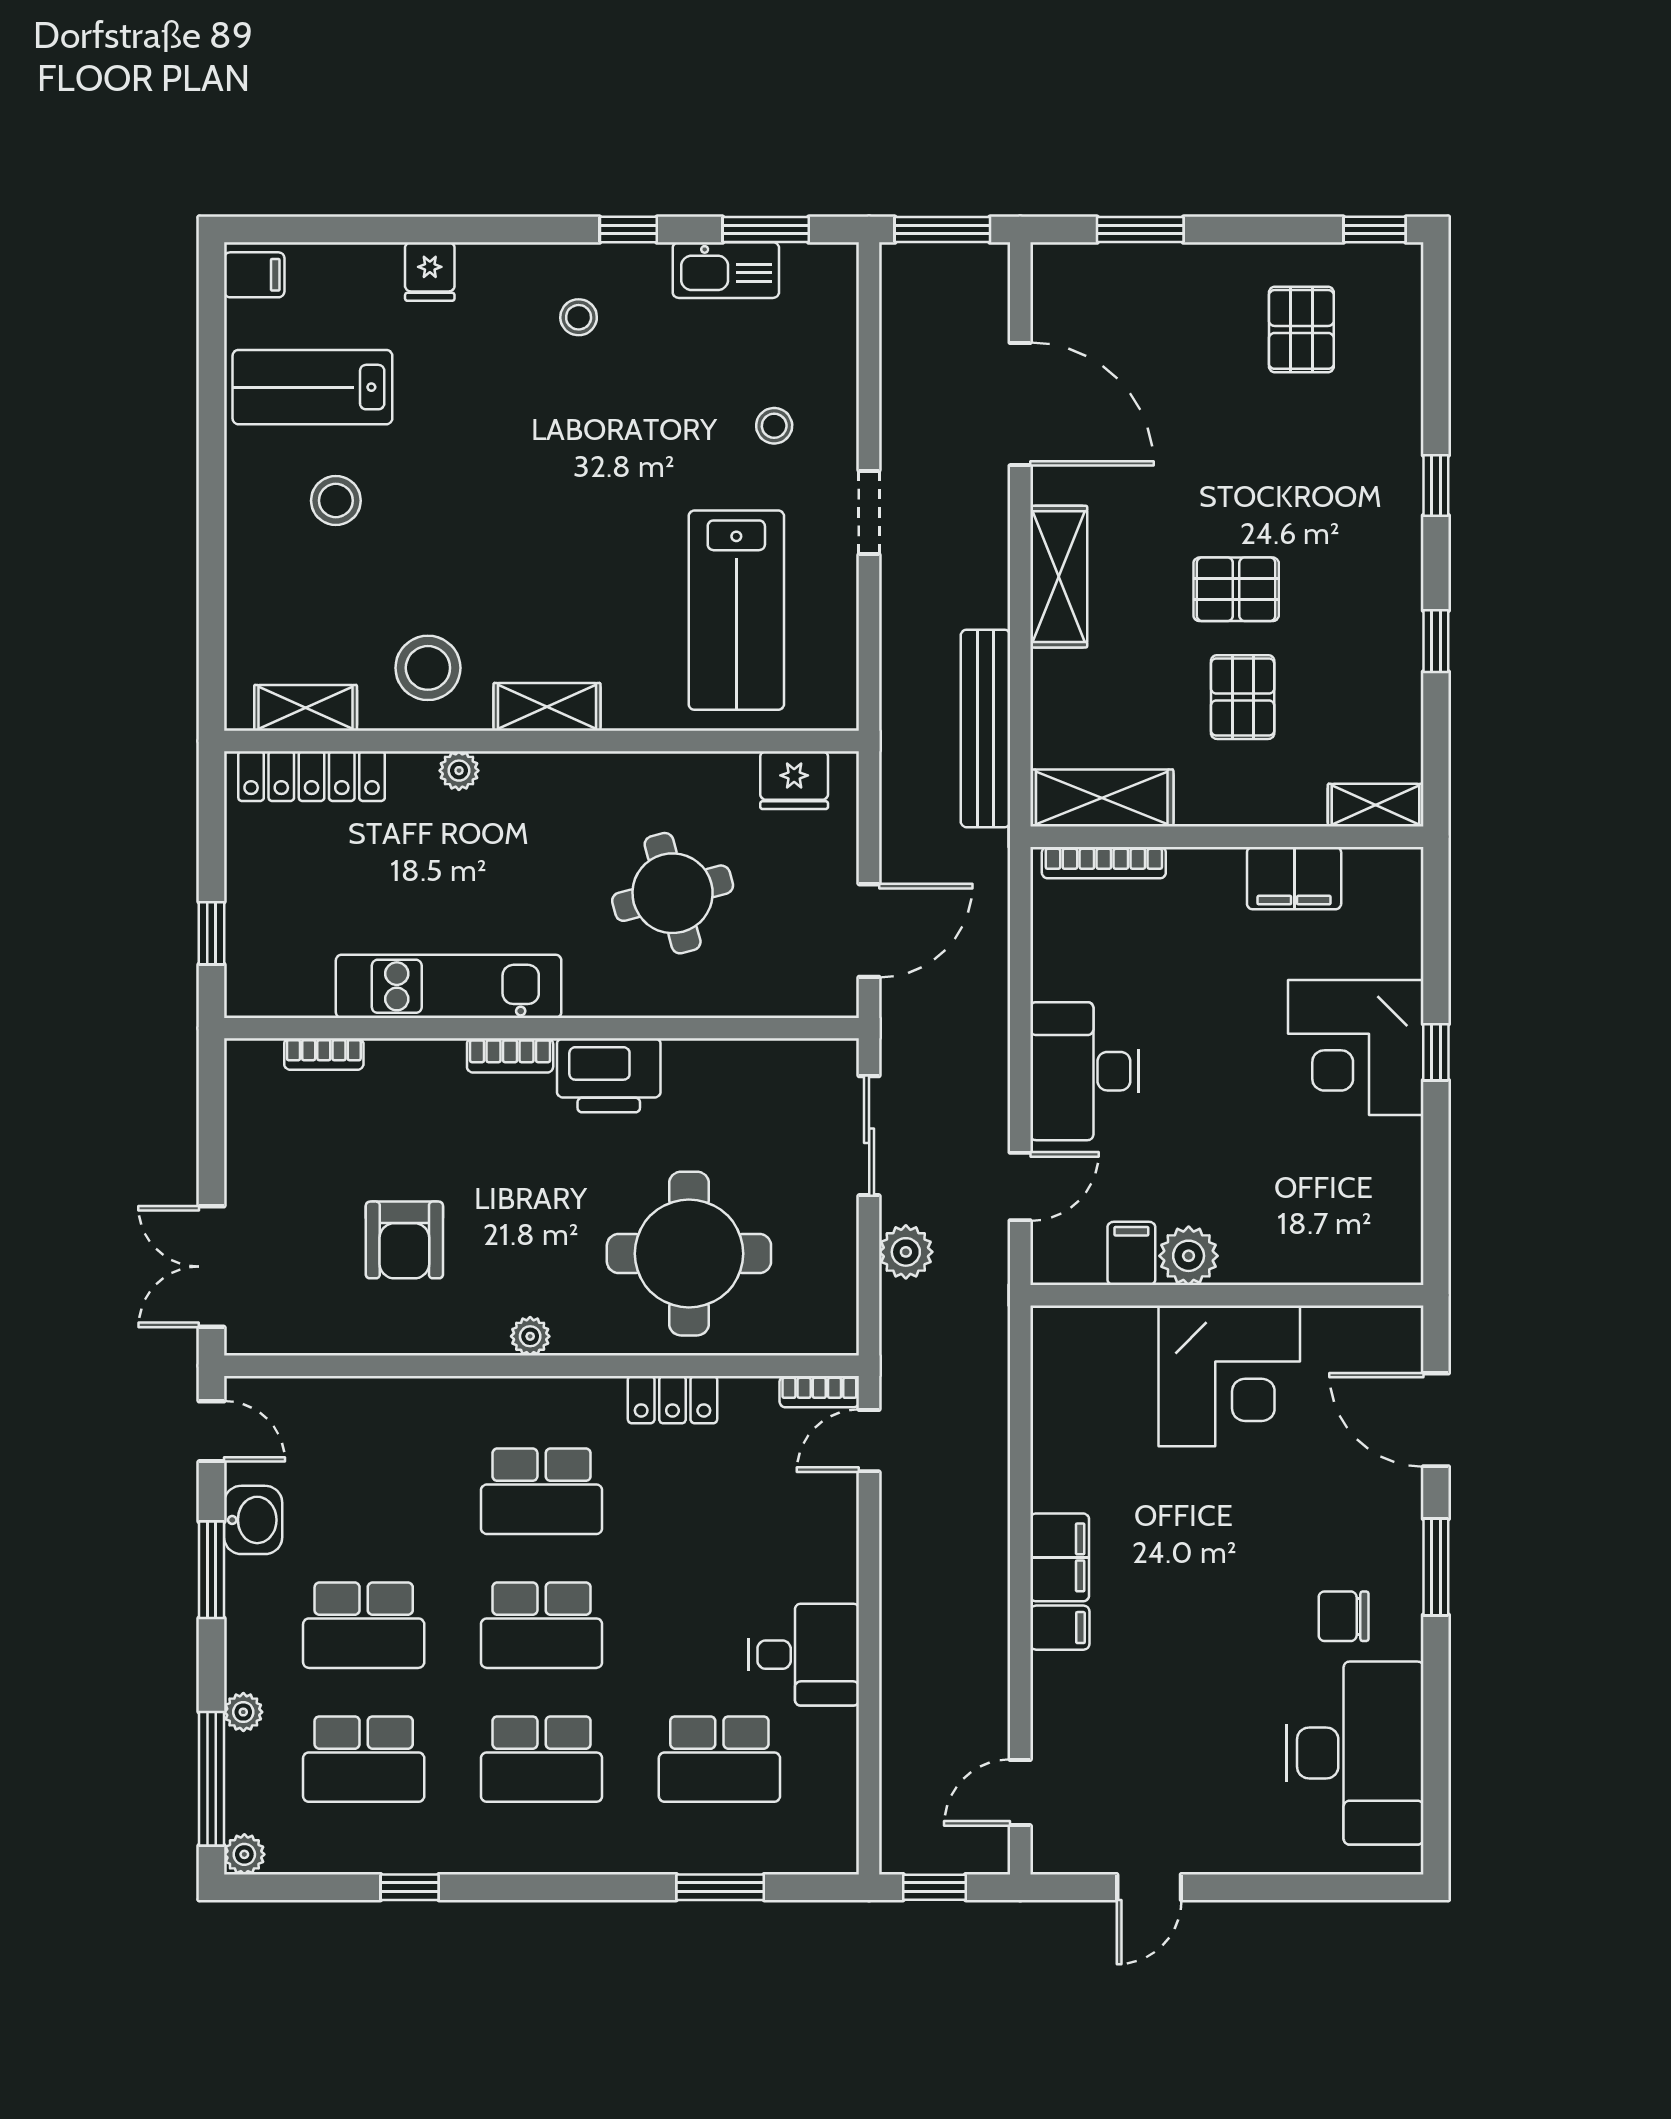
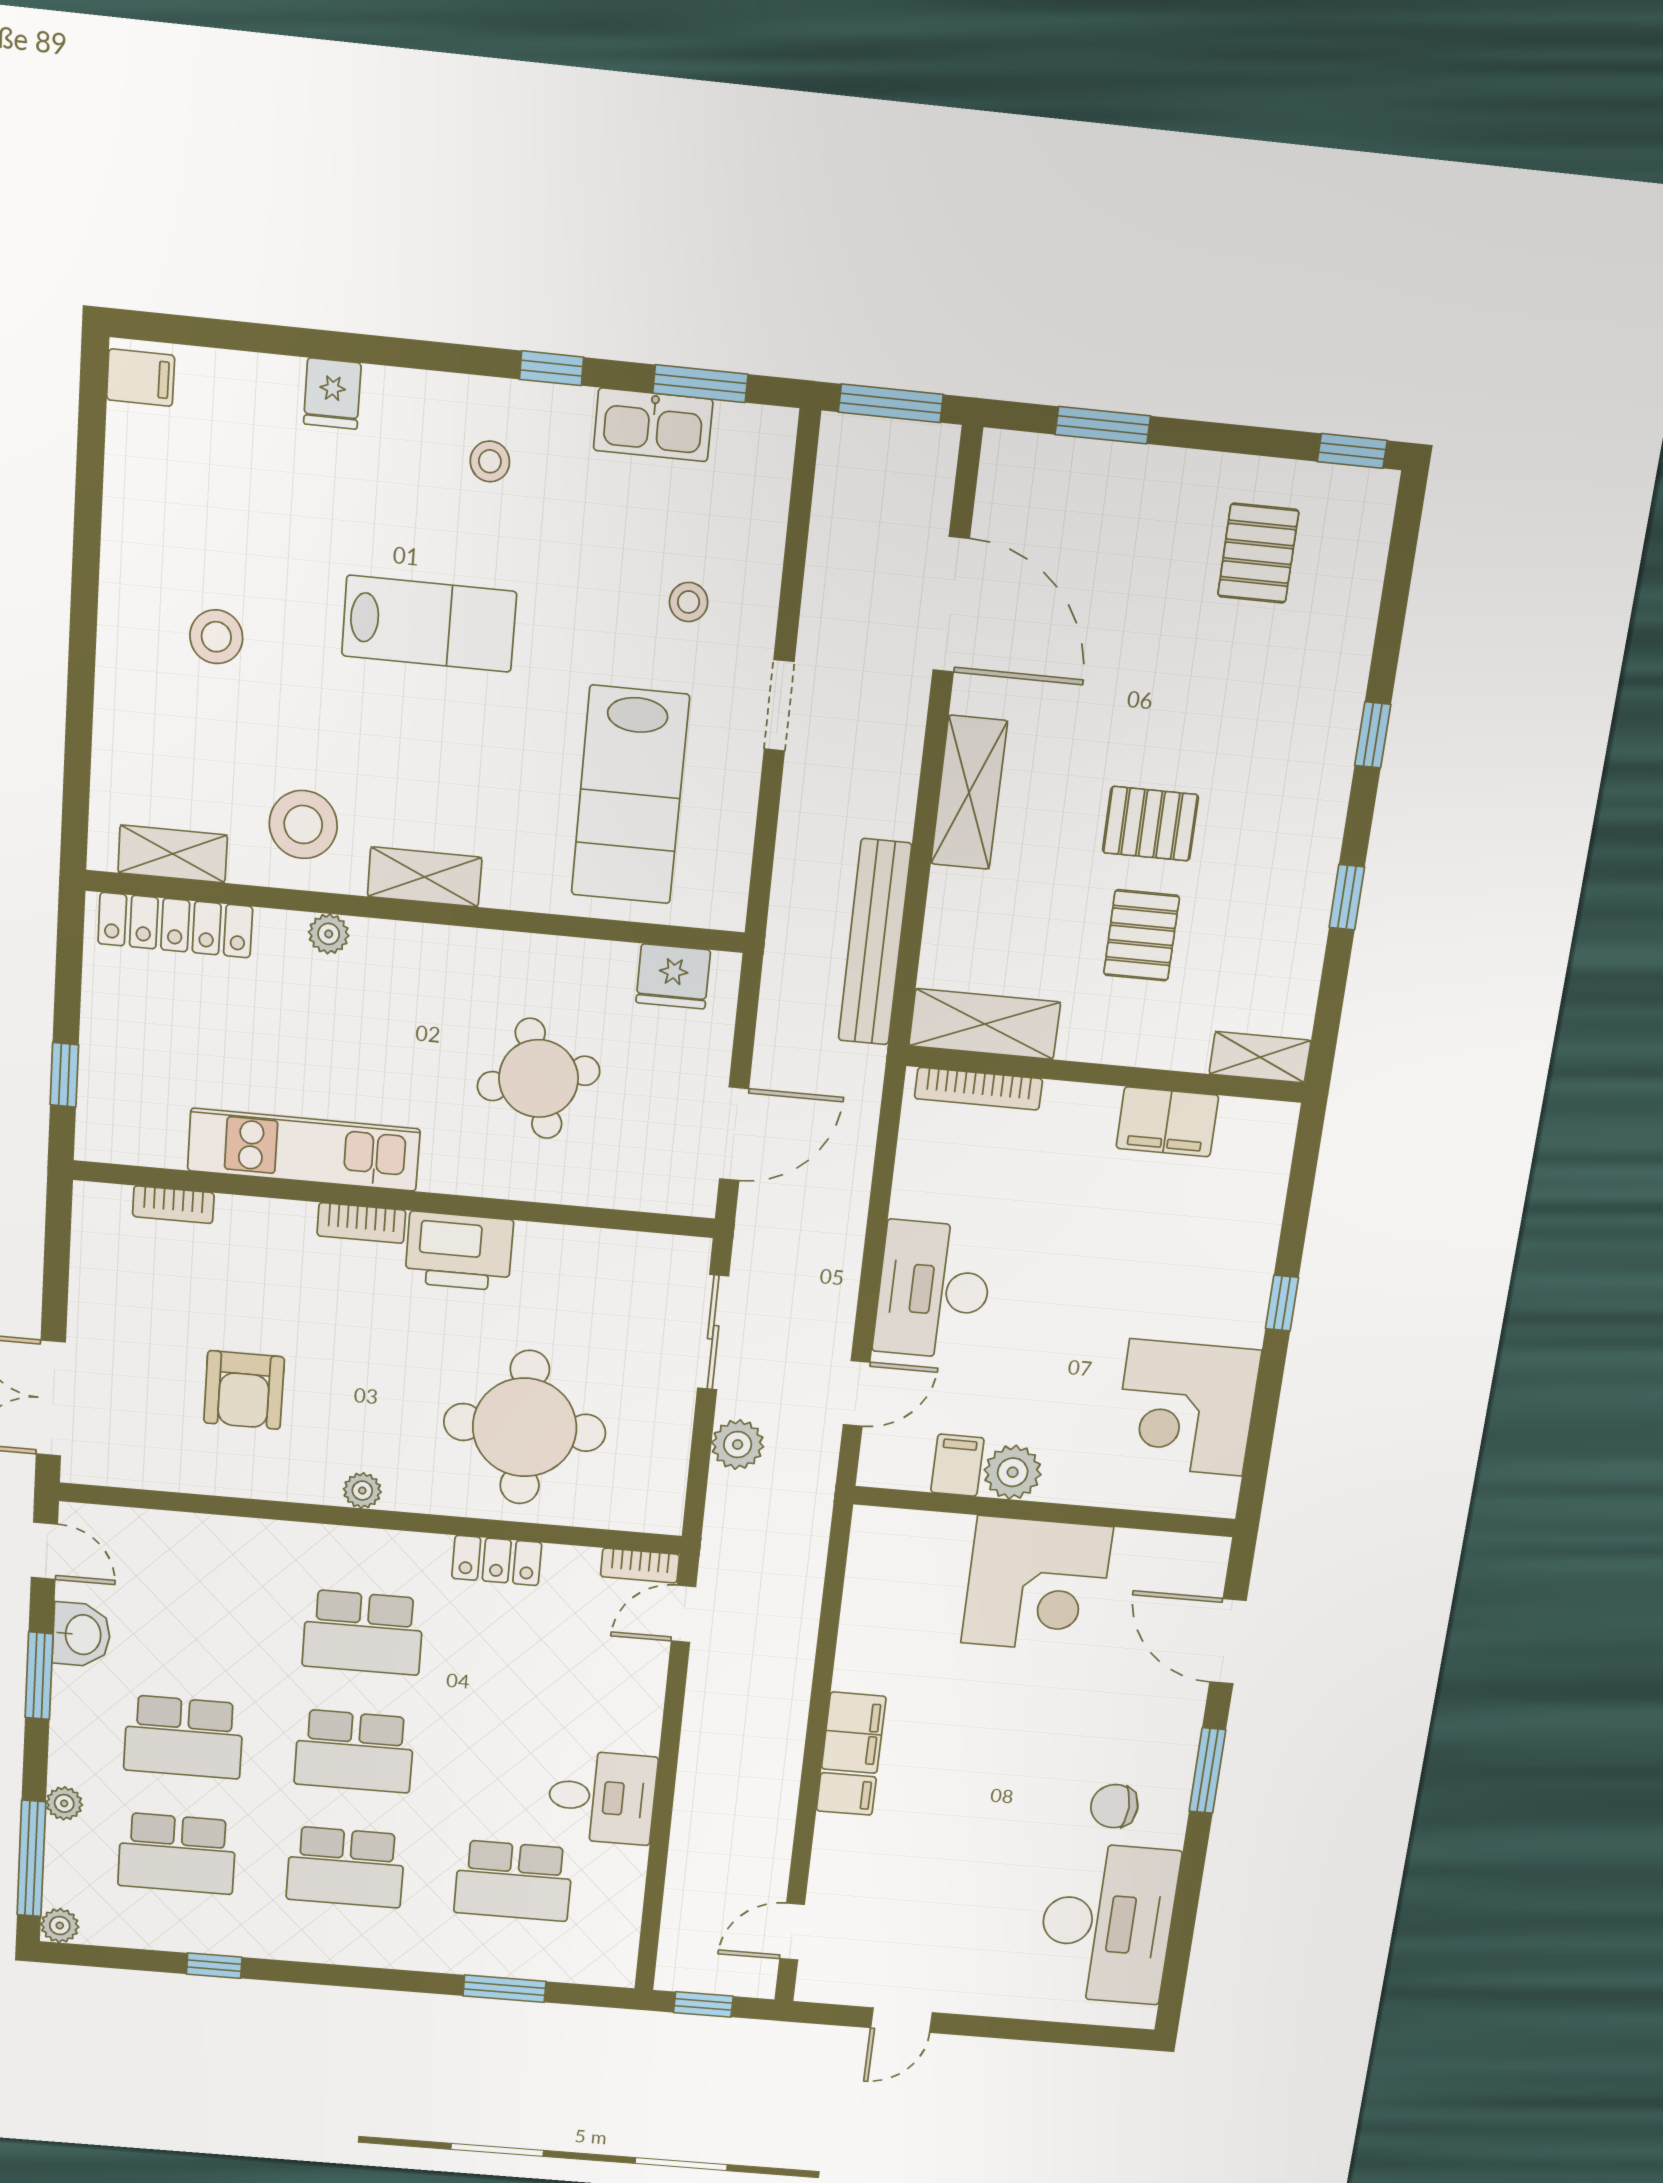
lab bench: (312, 387) -> (429, 624), moved, turned 180
corner desk: (1356, 1047) -> (1186, 1408), moved

